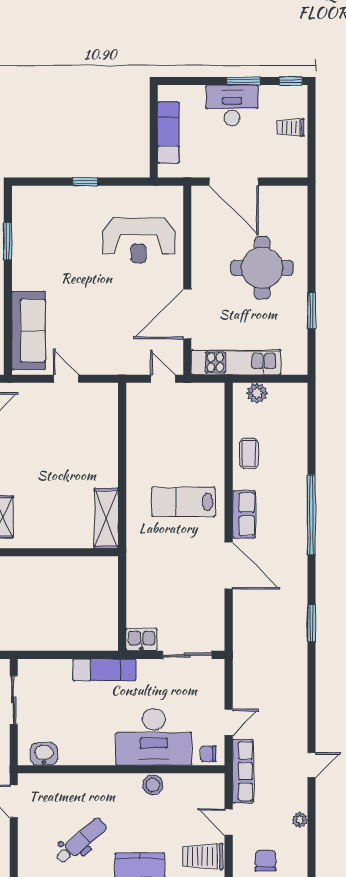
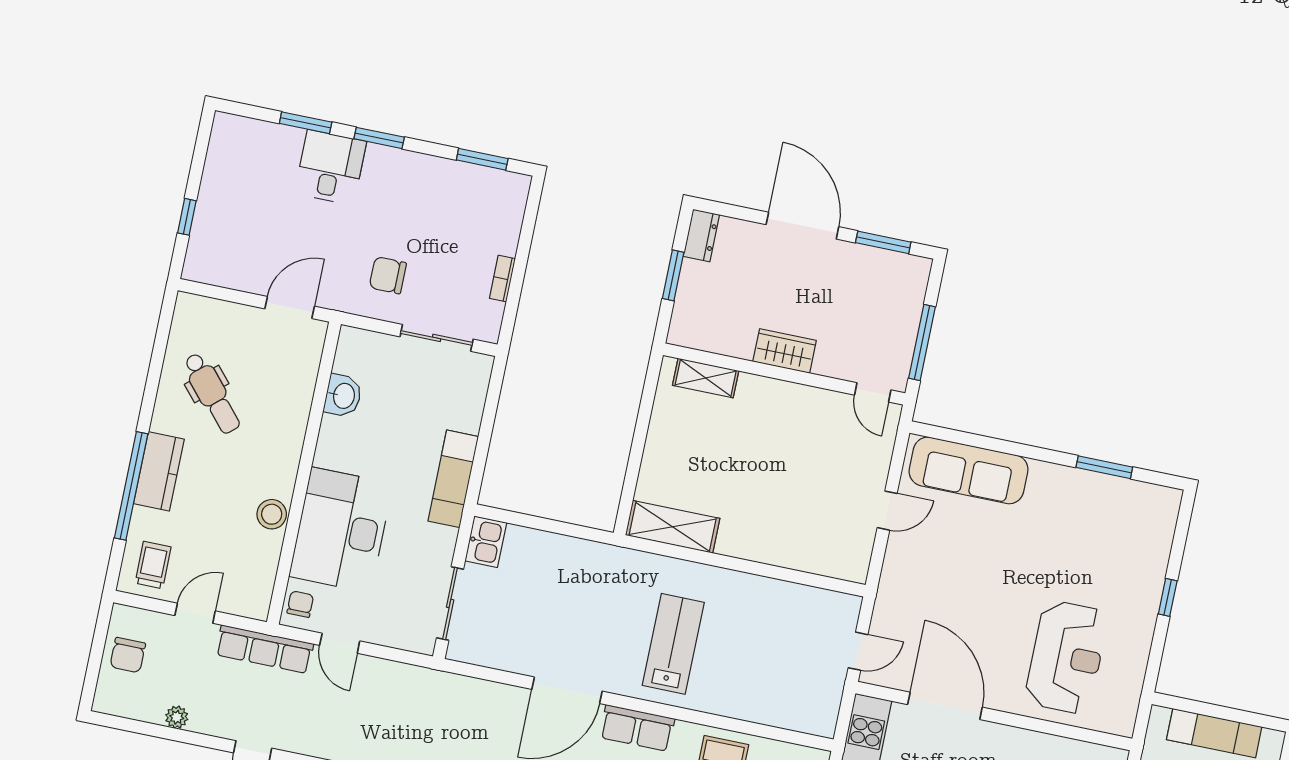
reception desk: (138, 240) -> (1067, 657), turned 180
washbasin: (44, 754) -> (343, 396), moved
trolley: (203, 856) -> (153, 565), width x0.73, depth x0.72
chair: (265, 861) -> (128, 655), turned 90

